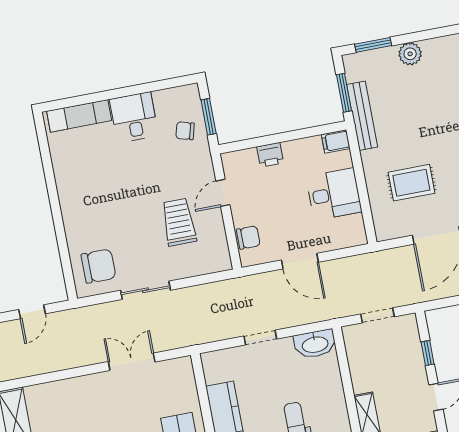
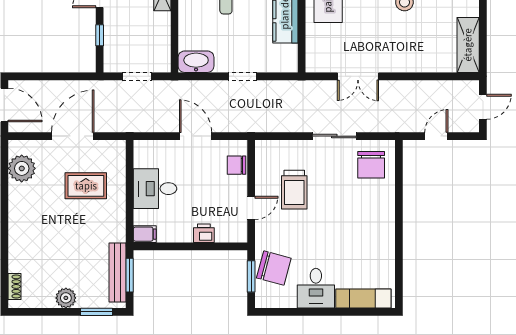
bench: (362, 116) -> (118, 272), moved
chair: (185, 131) -> (274, 268), width x1.87, depth x1.87
chair: (98, 266) -> (371, 165), turned -90

